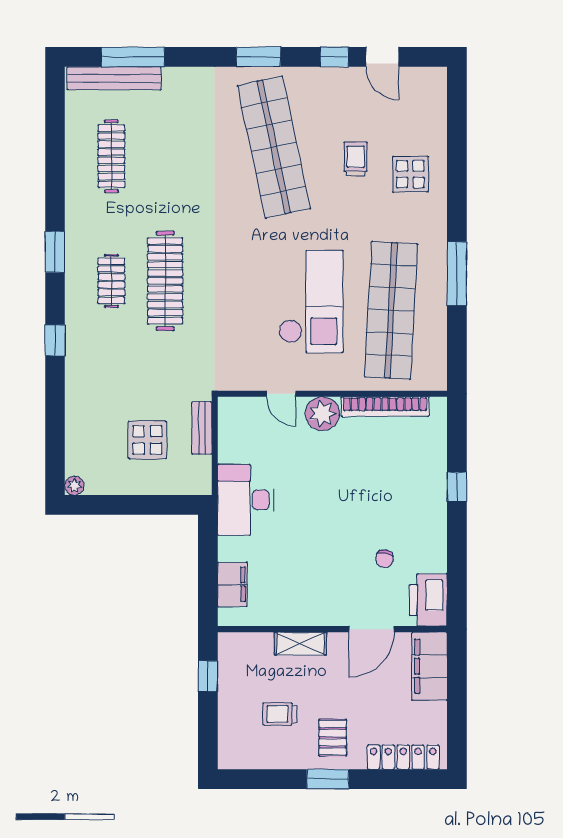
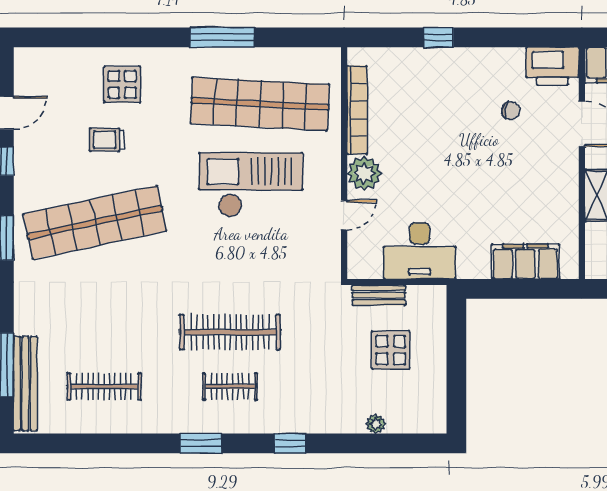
plant: (74, 486) -> (376, 424), moved
desk: (246, 500) -> (420, 251), moved
filing cabinet: (232, 584) -> (525, 262), width x1.50, depth x1.17

